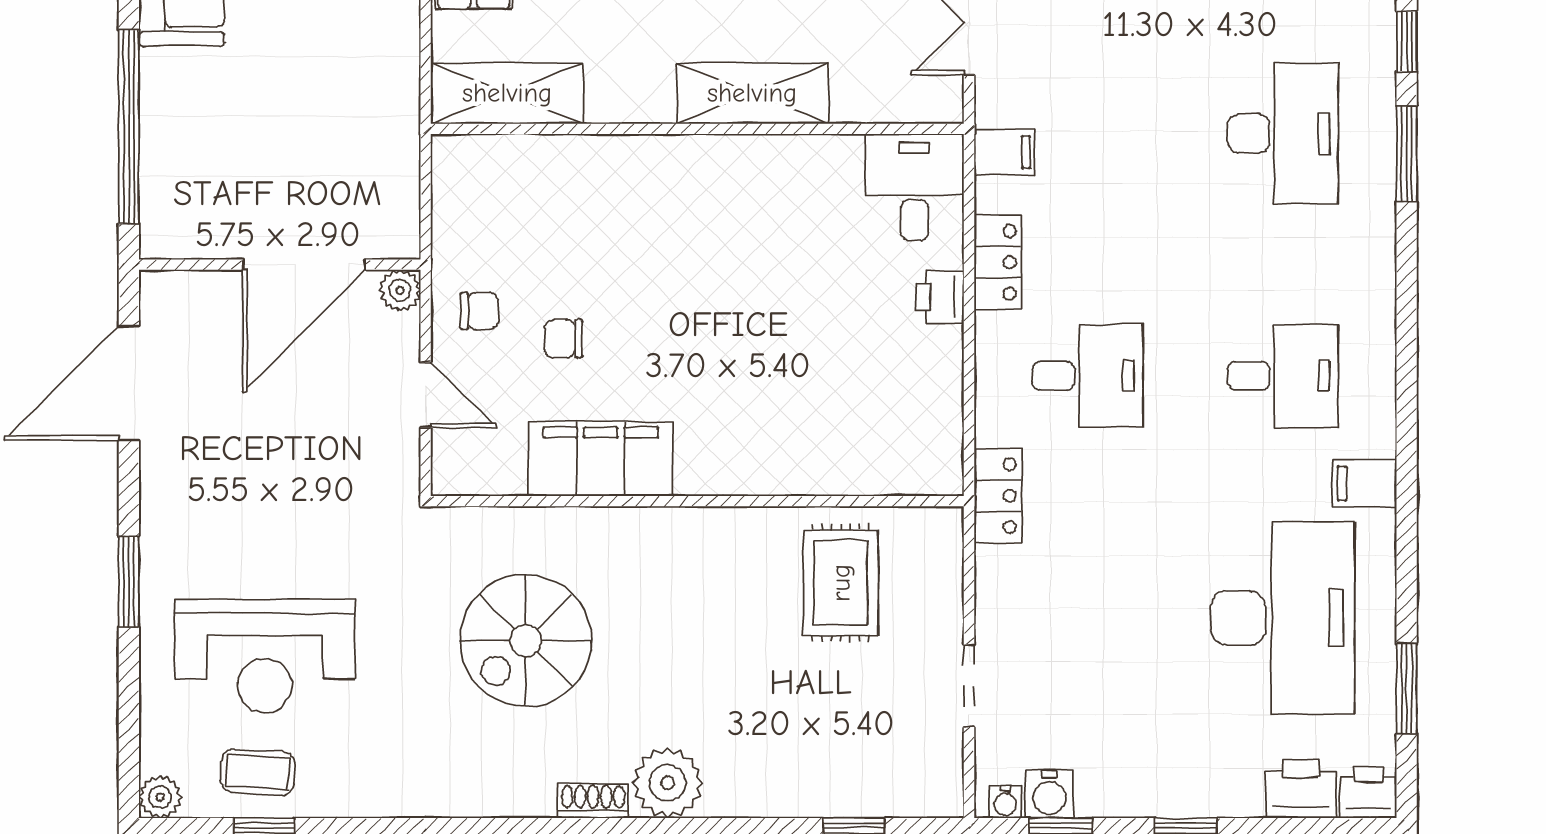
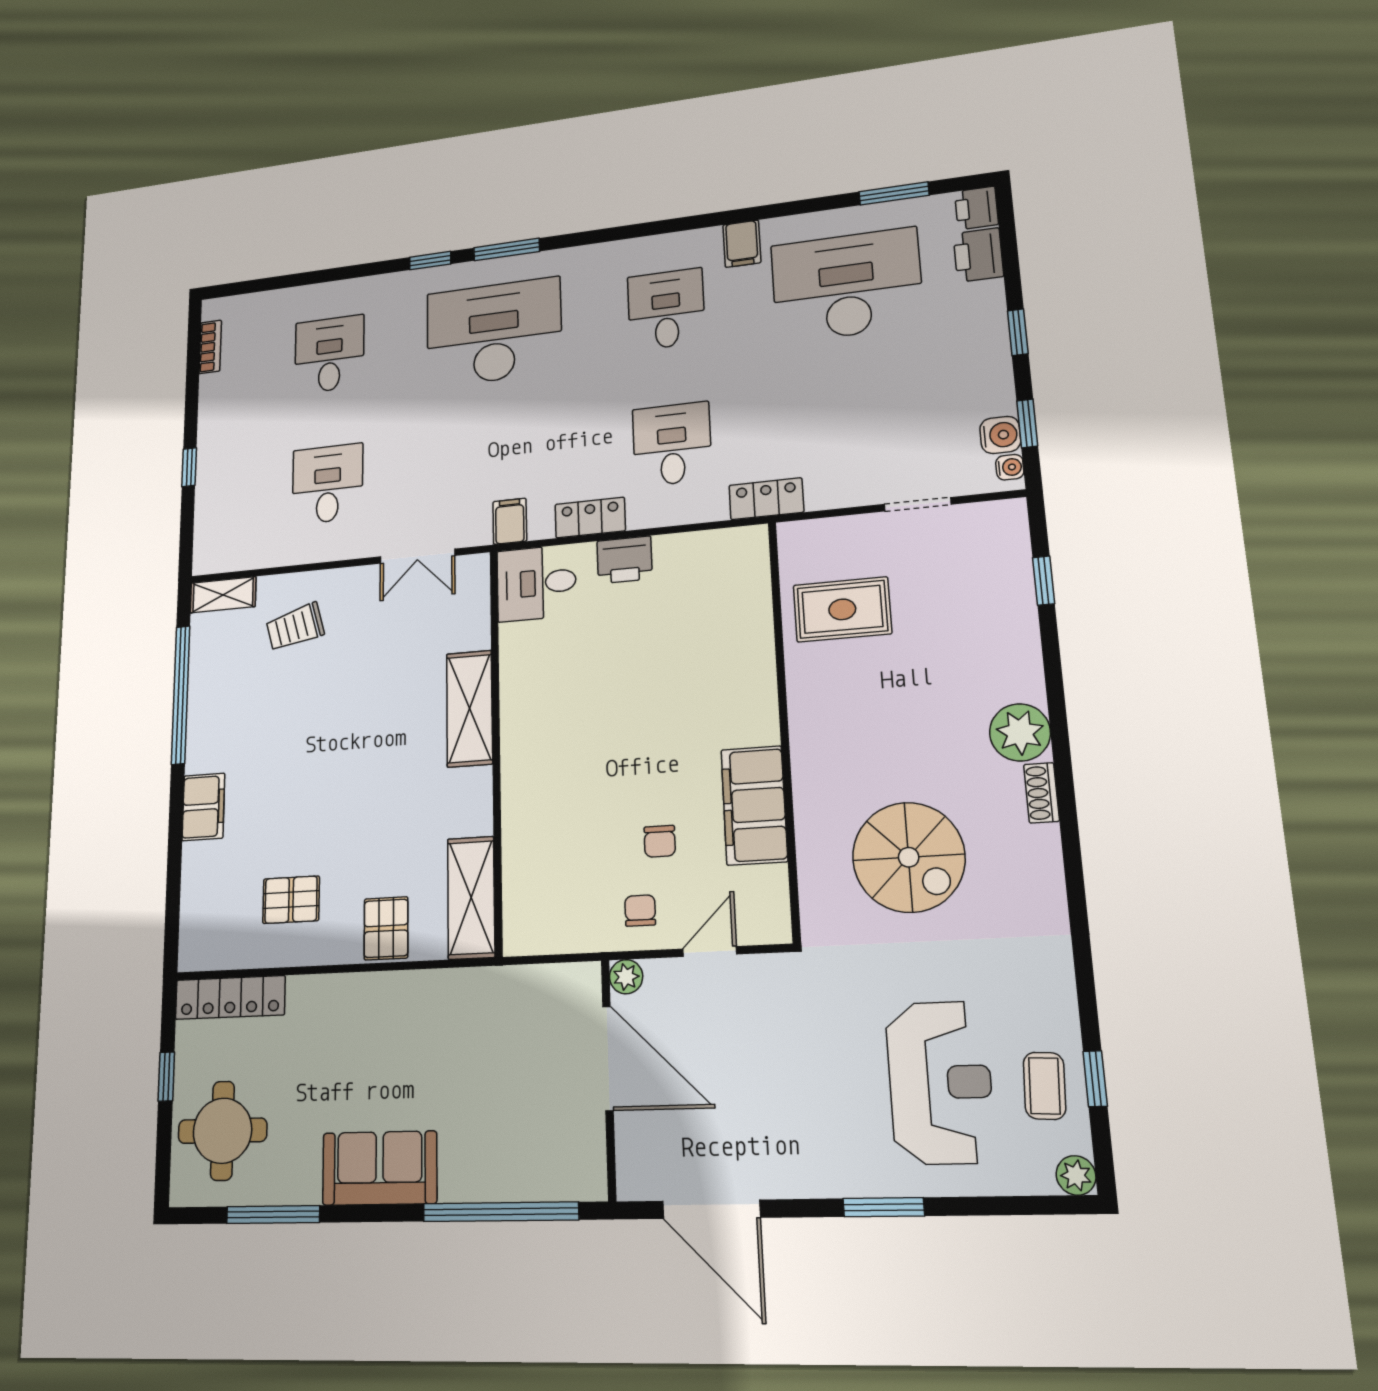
desk: (1283, 133) -> (494, 332), width x1.36, depth x1.30
printer: (940, 297) -> (625, 560), width x1.36, depth x1.24

